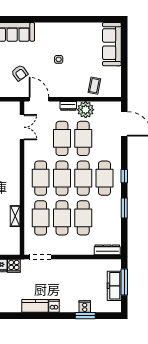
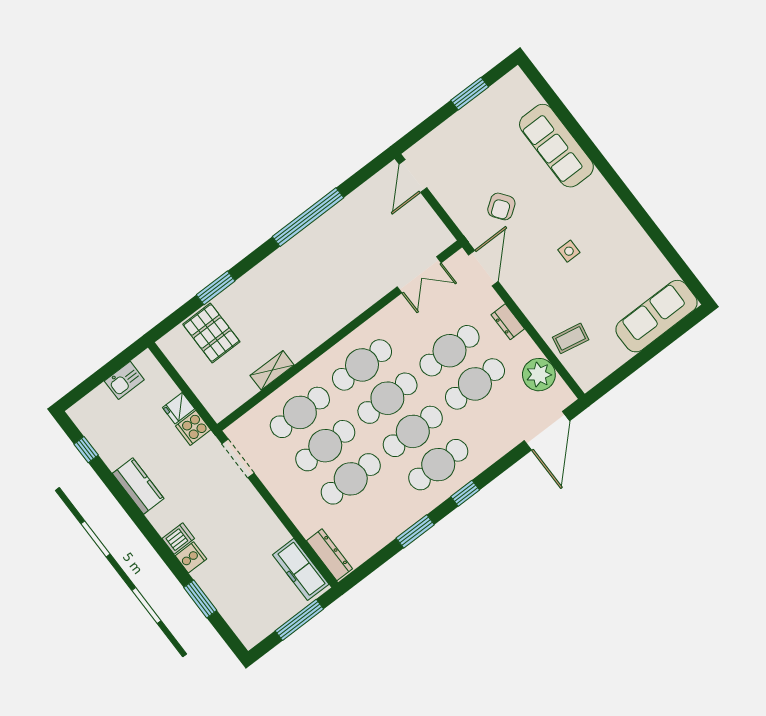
plant: (86, 110) -> (539, 375), moved
freezer: (114, 286) -> (301, 569), moved, turned -90
kitchen counter: (35, 306) -> (138, 486), moved
cooker: (85, 307) -> (191, 557), moved

